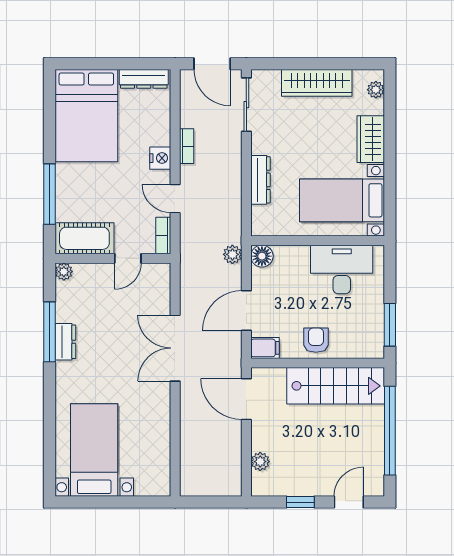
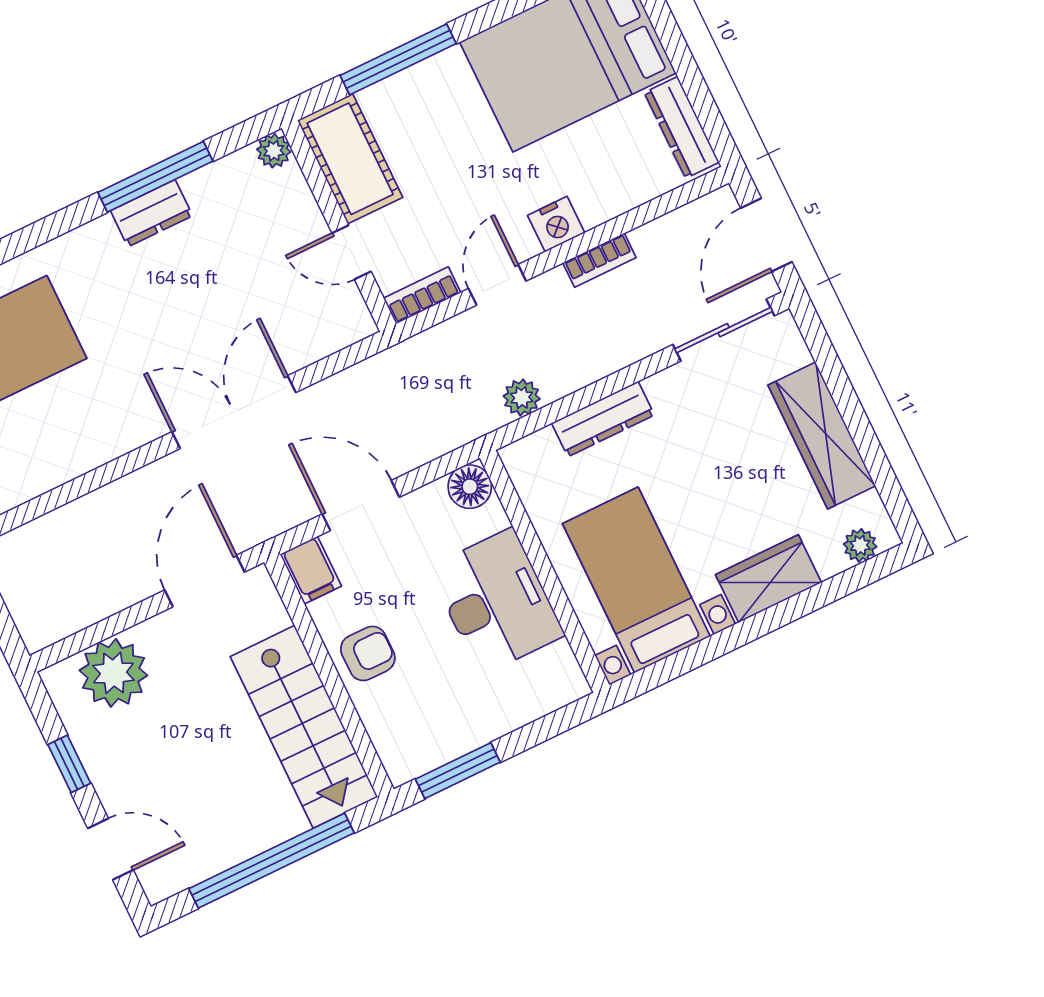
plant: (232, 254) -> (522, 398), moved
desk: (342, 269) -> (496, 602), moved
plant: (260, 462) -> (113, 673), width x1.88, depth x1.88

